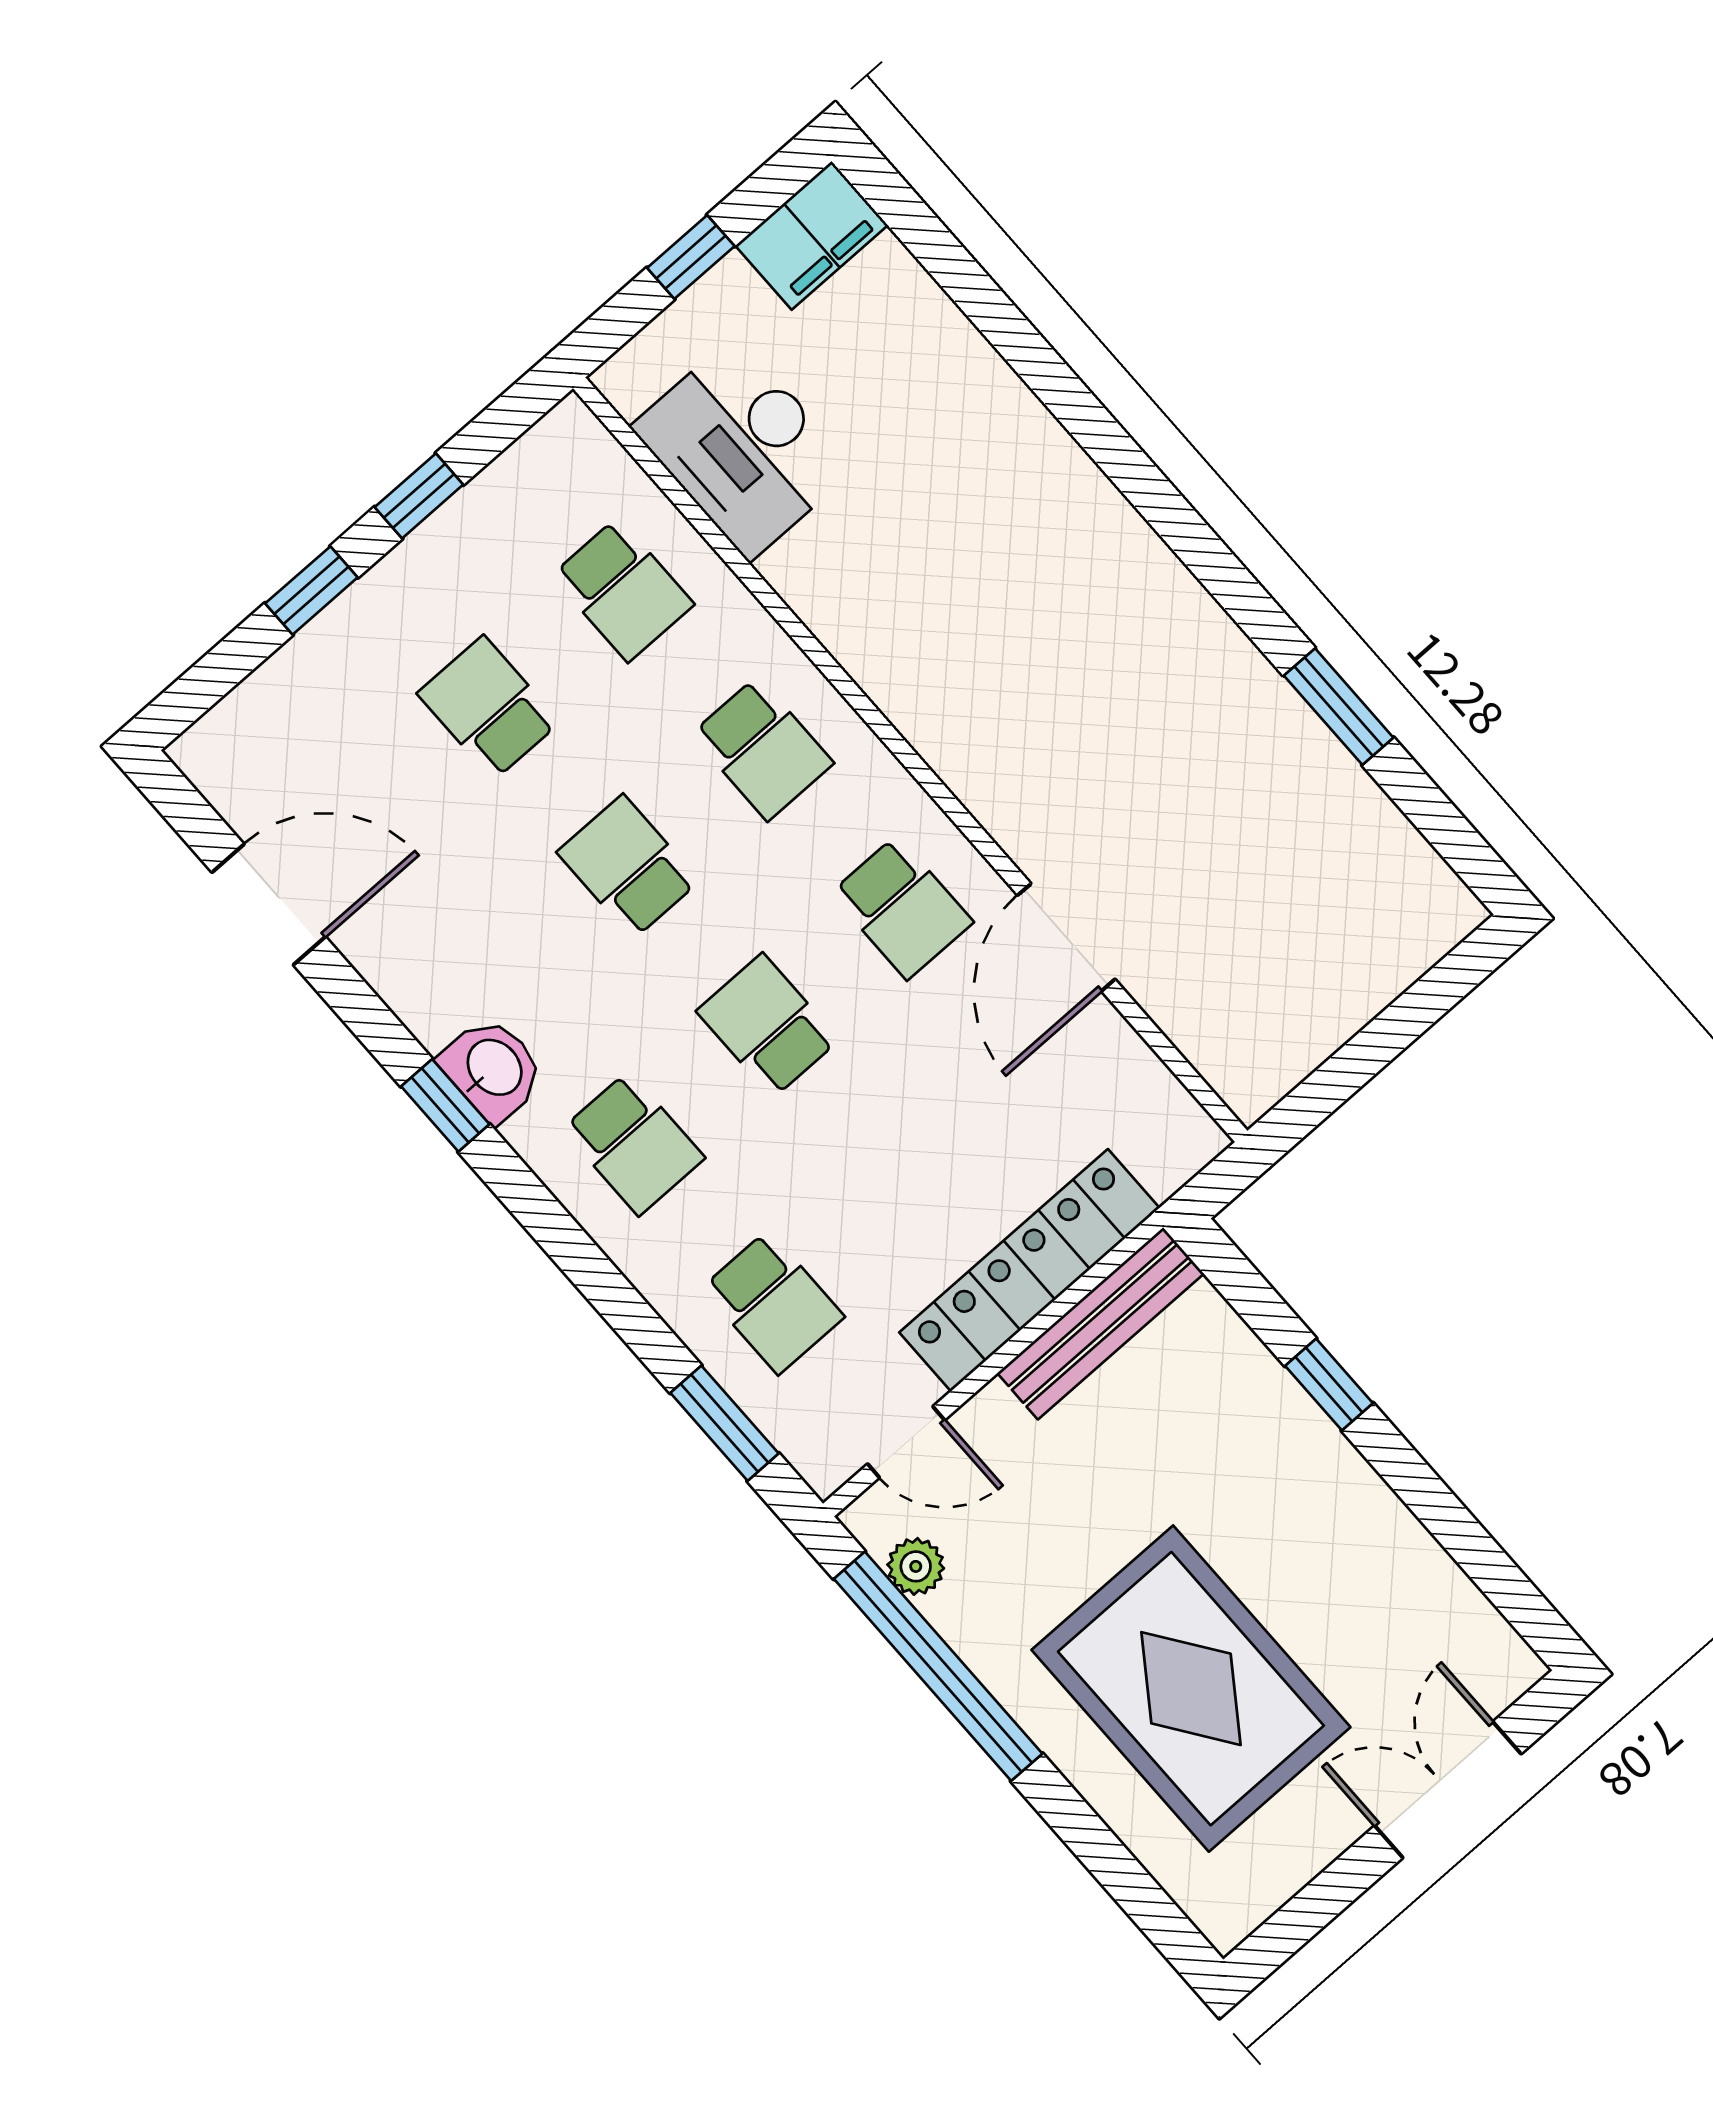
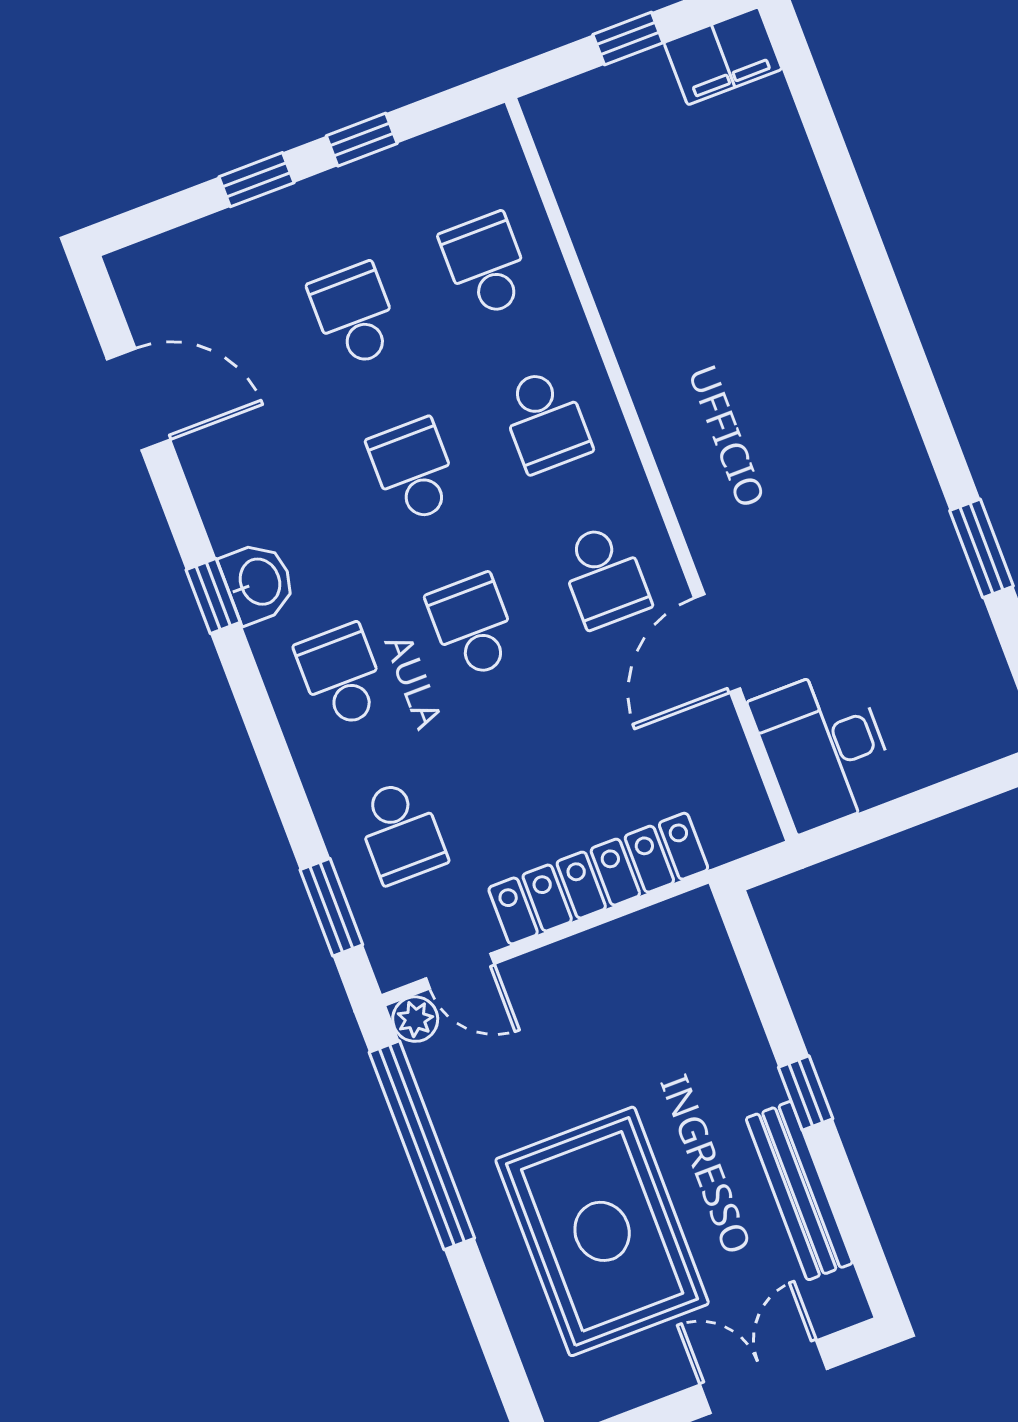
desk: (743, 448) -> (825, 749), moved
school desk: (623, 590) -> (486, 265), turned 180
school desk: (633, 1143) -> (341, 676), turned 180
bench: (1101, 1323) -> (799, 1191), moved, turned 90
window: (1329, 1385) -> (806, 1093), moved
plant: (916, 1566) -> (415, 1019), moved

